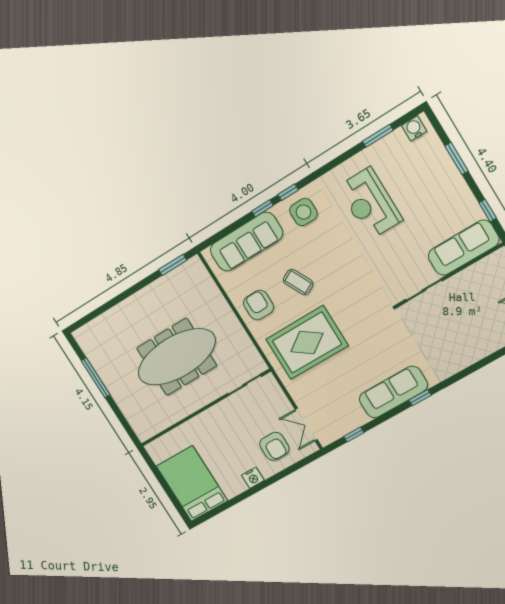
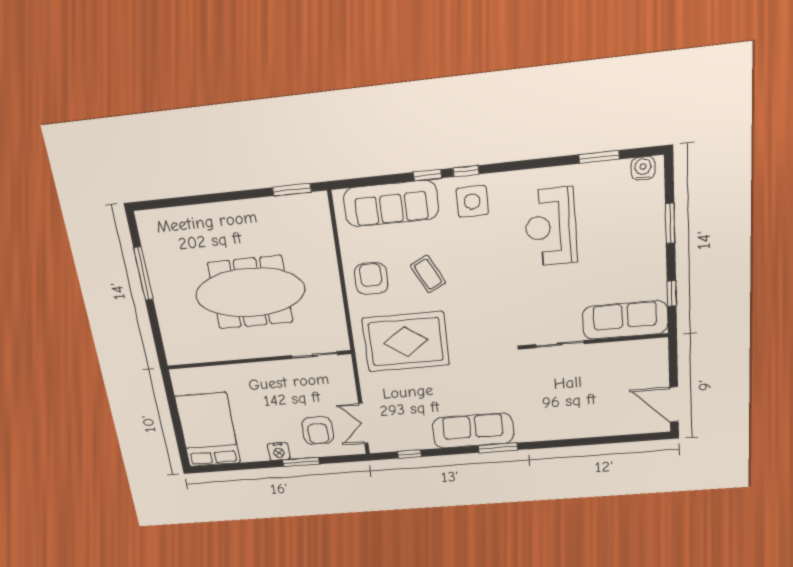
window: (420, 398) -> (498, 448), width x1.50
window: (274, 479) -> (301, 462), added

